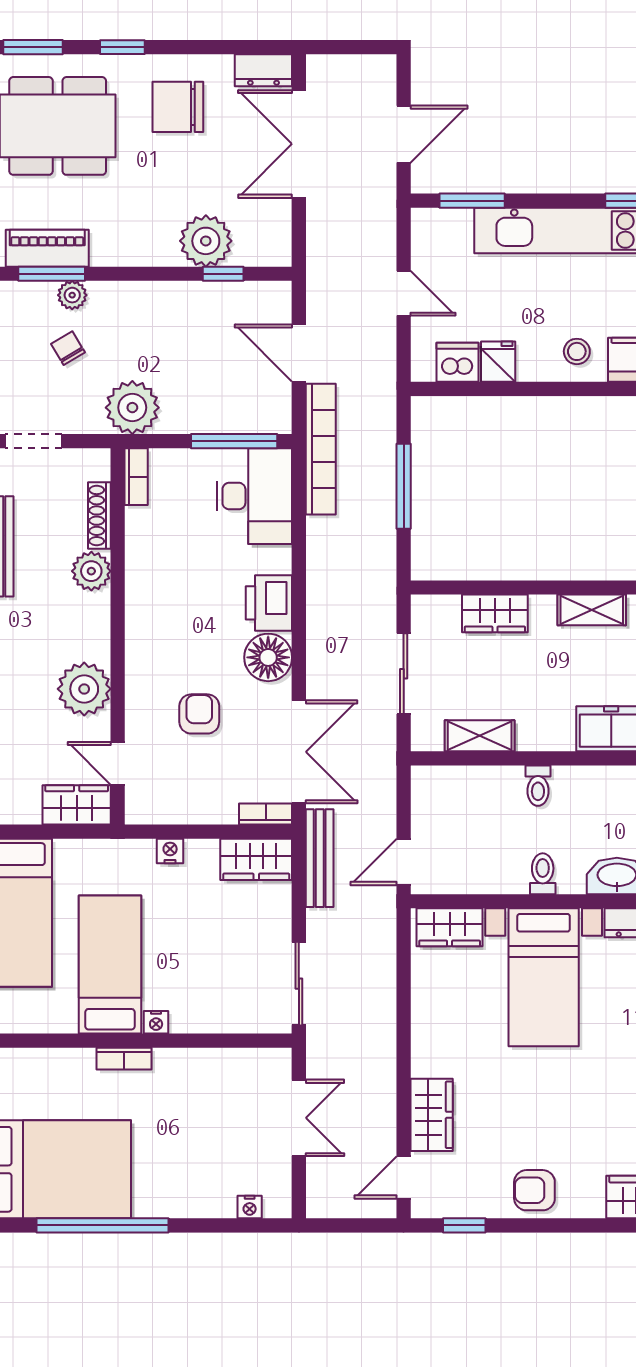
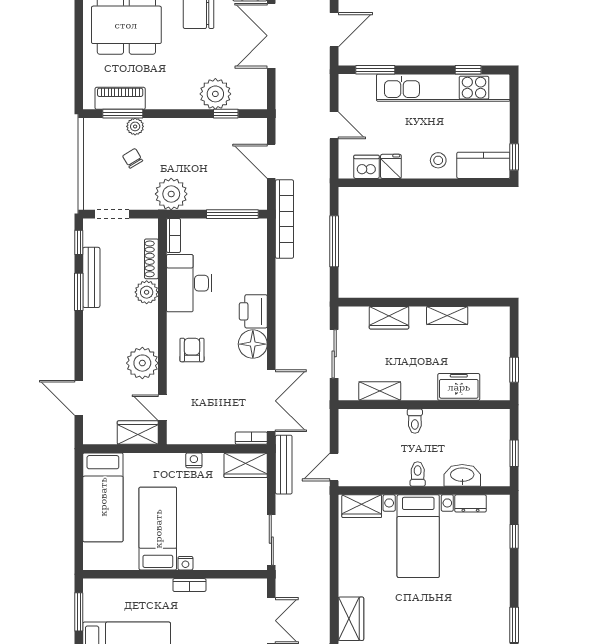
desk: (254, 496) -> (189, 283), moved, turned 180
armchair: (199, 714) -> (192, 350), moved
bookcase: (124, 1059) -> (189, 585), moved

